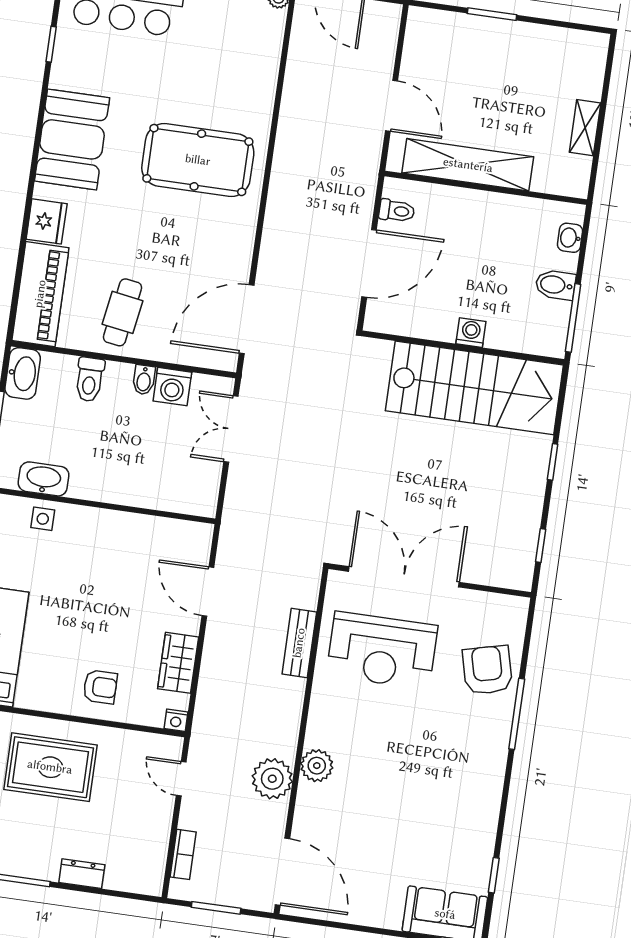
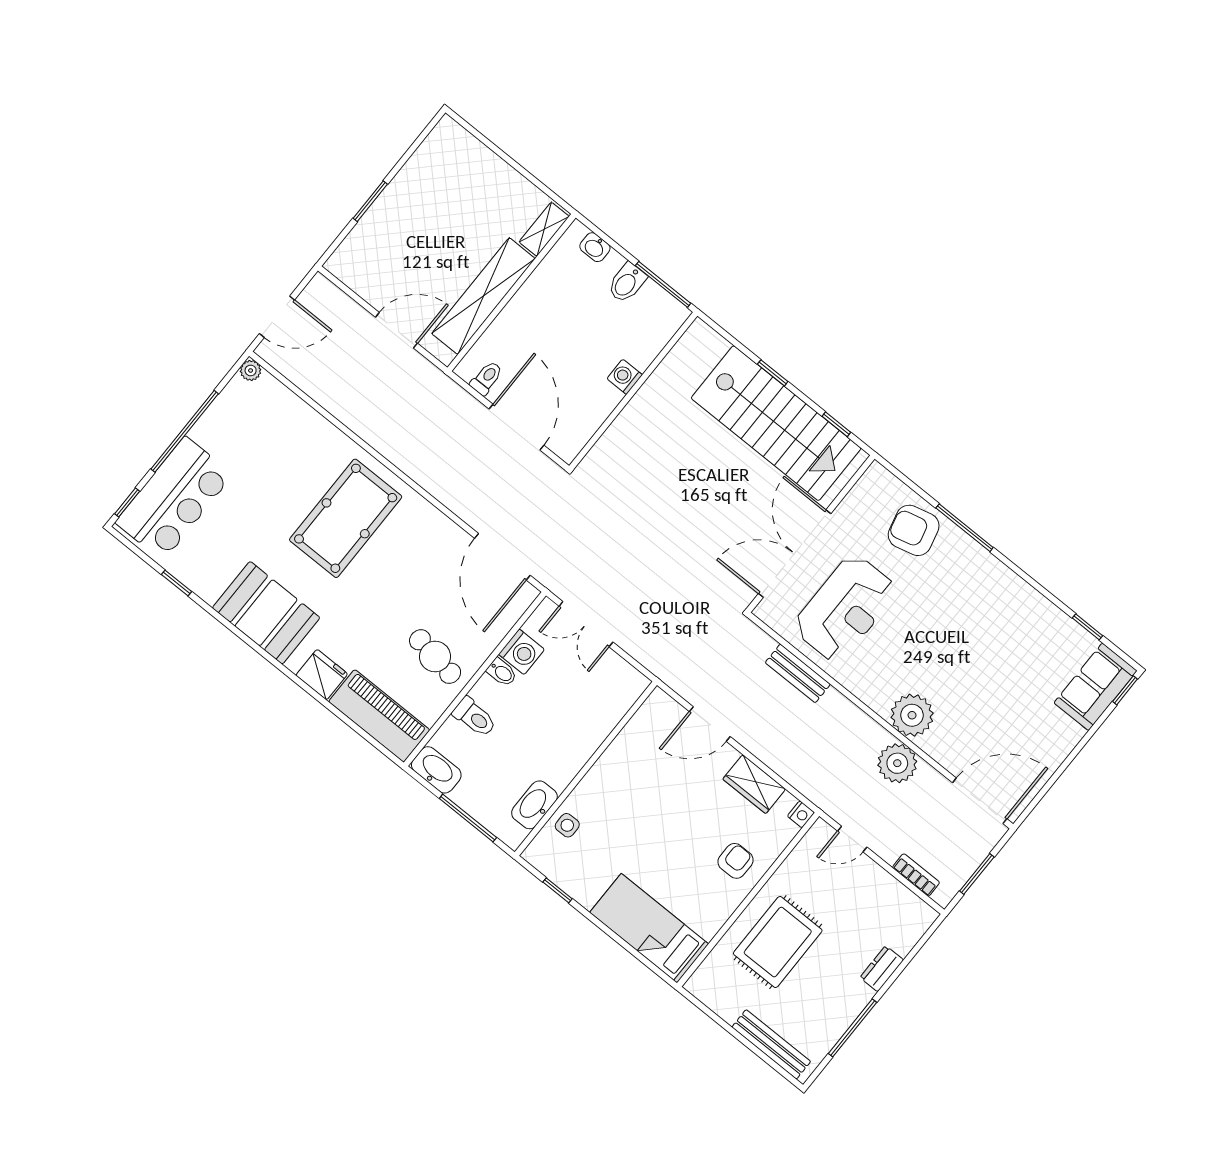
shelving: (585, 128) -> (544, 229), moved, turned 90
stairs: (474, 388) -> (776, 423), moved, turned 90
plant: (317, 766) -> (912, 715), width x1.36, depth x1.36

